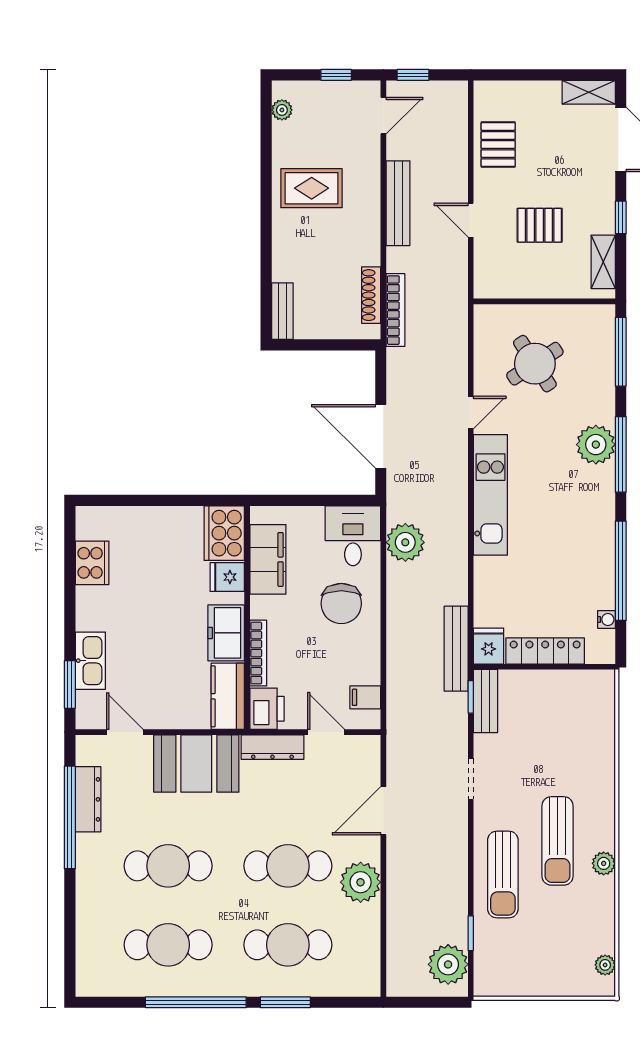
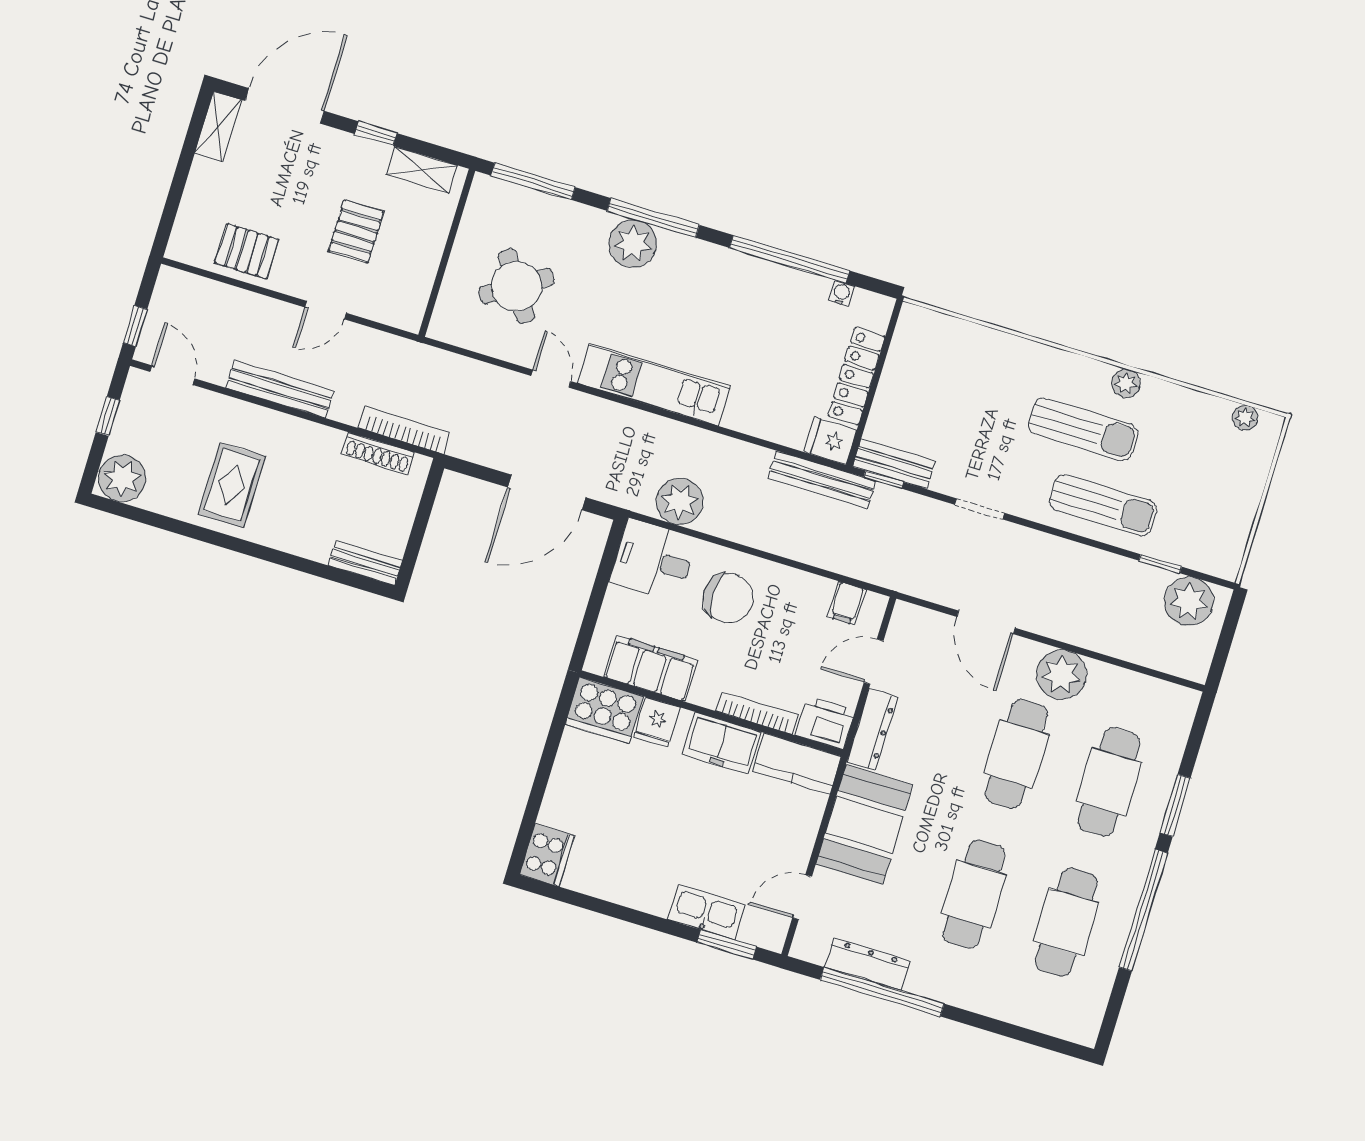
plant: (282, 110) -> (122, 478), width x1.88, depth x1.88
cooker: (92, 563) -> (547, 855), moved, turned 90

